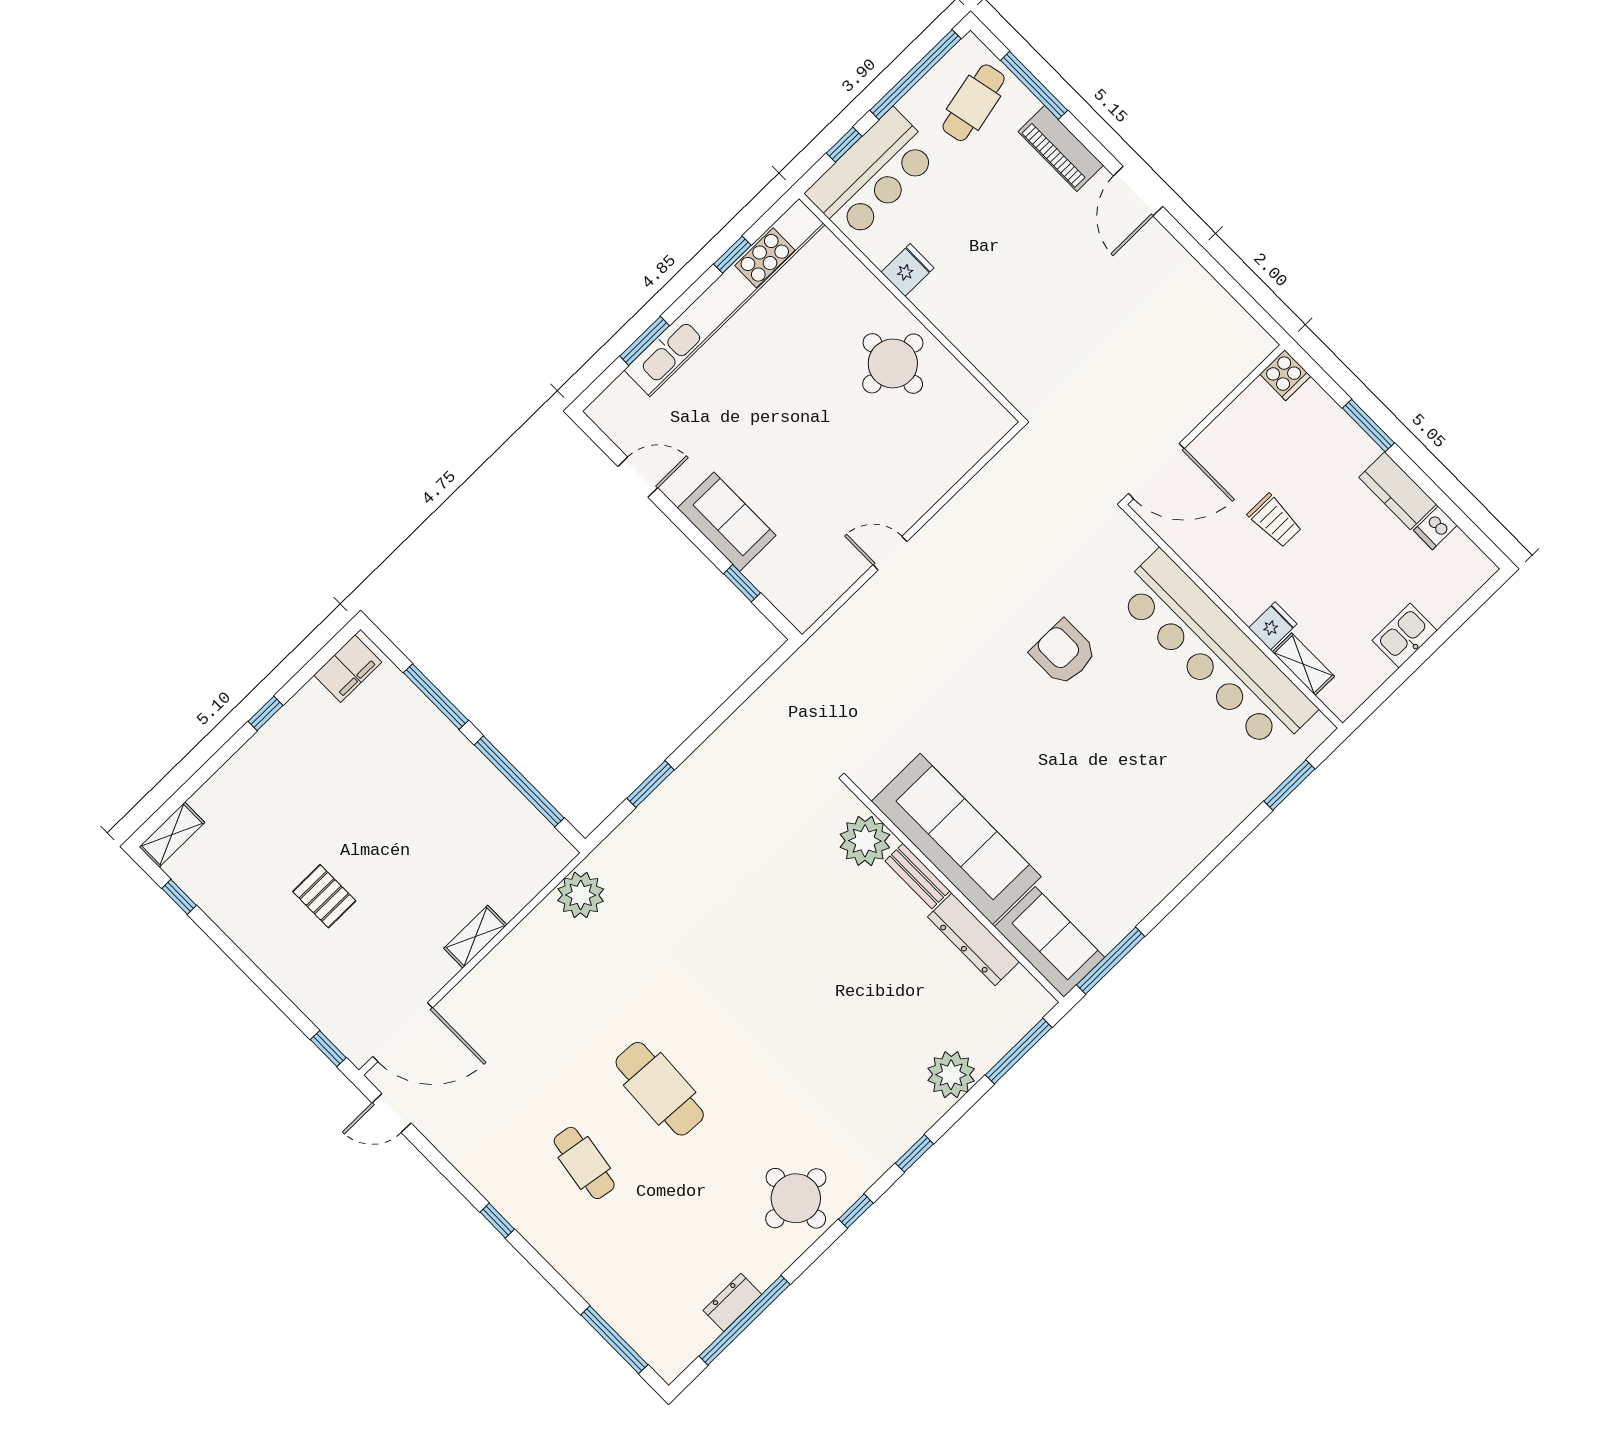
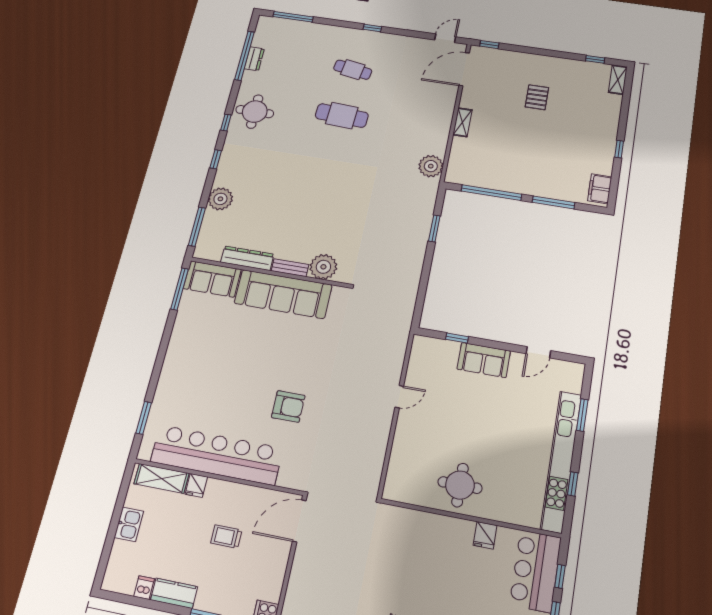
shelving: (1303, 664) -> (162, 478), width x1.50, depth x1.33
pallet: (324, 896) -> (537, 97), turned 90

